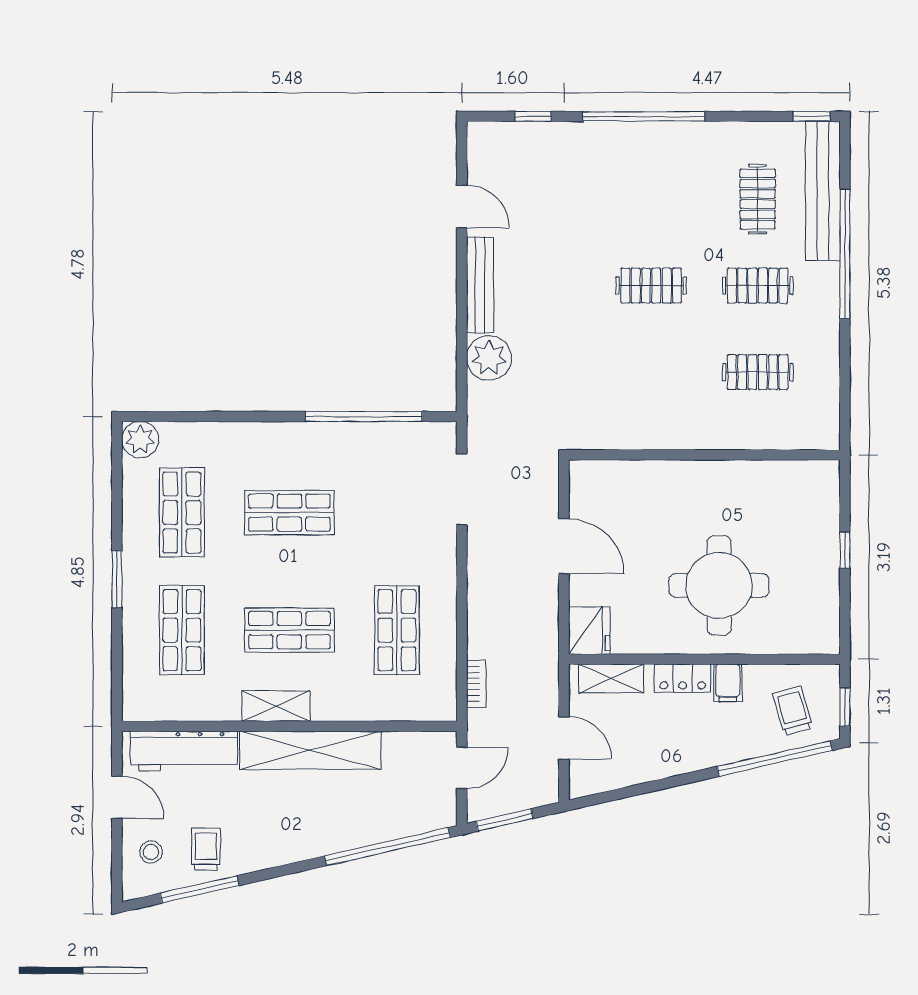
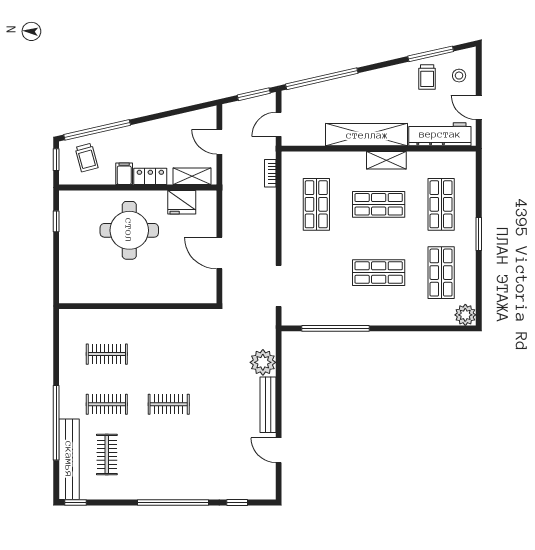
window: (845, 550) -> (56, 221), moved
fridge: (589, 631) -> (182, 202), moved, turned -90

